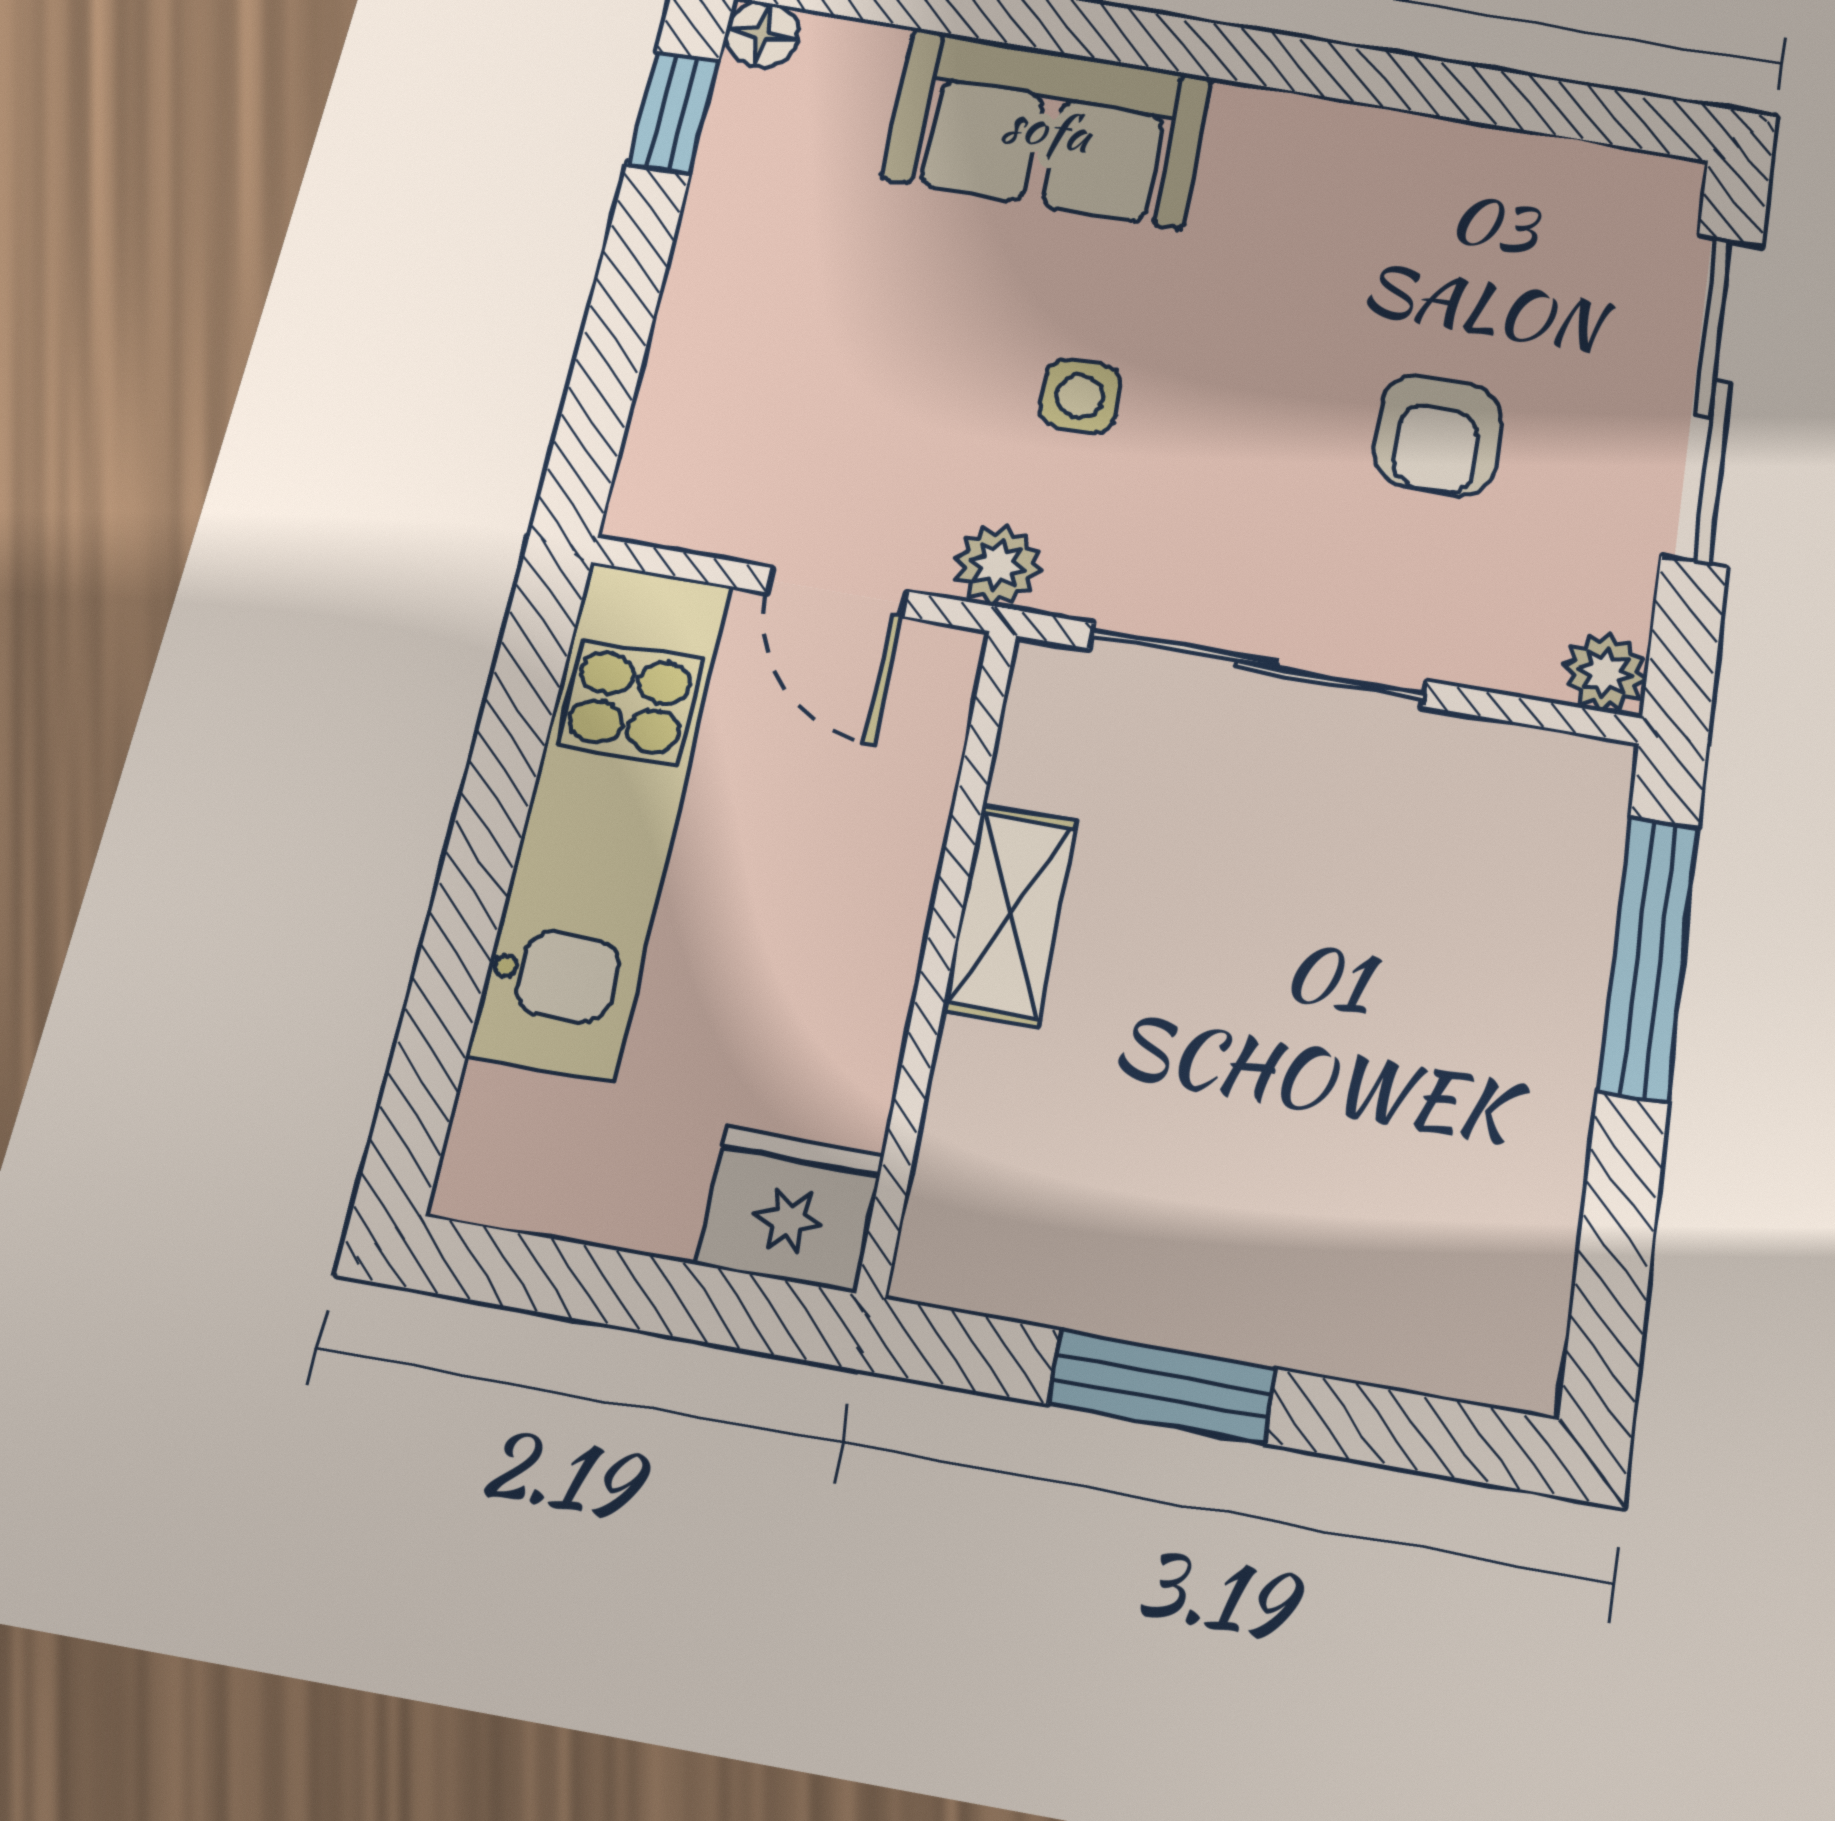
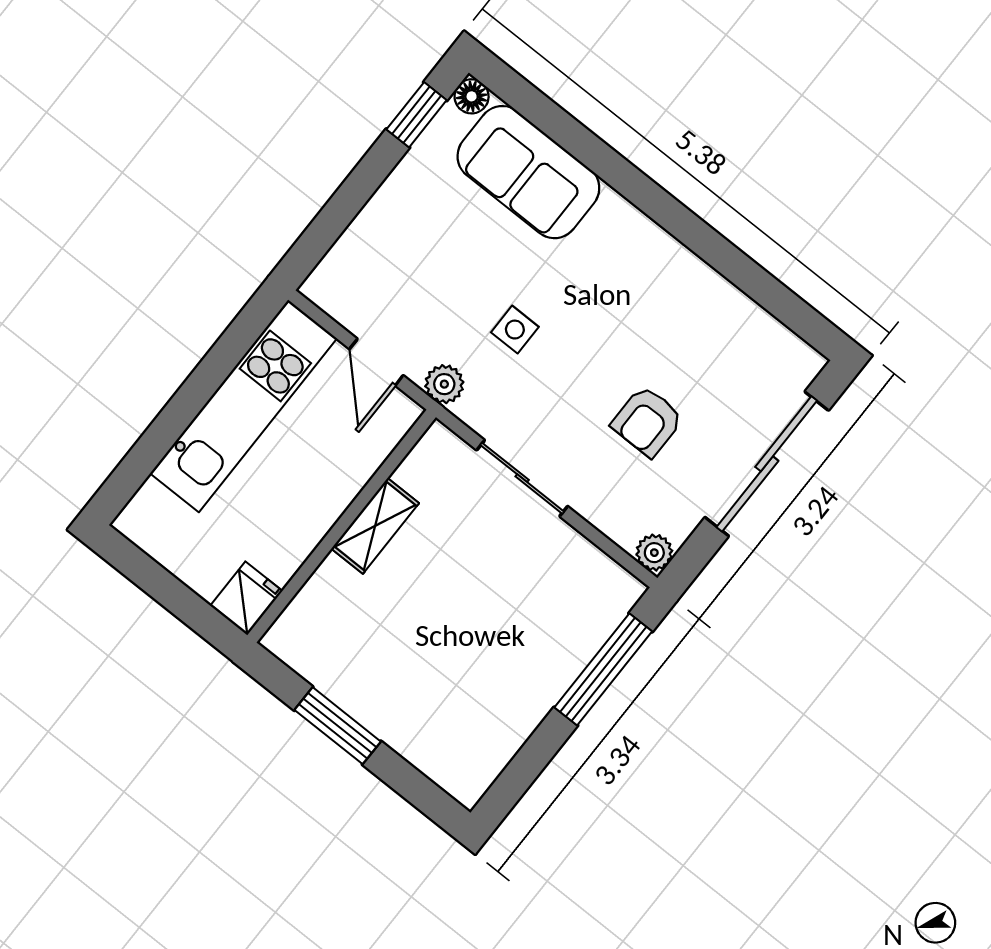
sofa: (1047, 128) -> (528, 172), moved
sliding door: (1258, 665) -> (522, 478), width x0.73
fridge: (791, 1209) -> (246, 598), width x0.72

